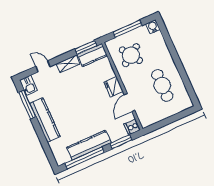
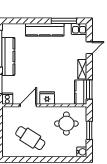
window: (127, 29) -> (89, 130), width x0.69
round table: (131, 55) -> (66, 124), turned 34
cafe table: (162, 85) -> (30, 138), turned 33
door: (130, 103) -> (28, 105), hinge flipped

